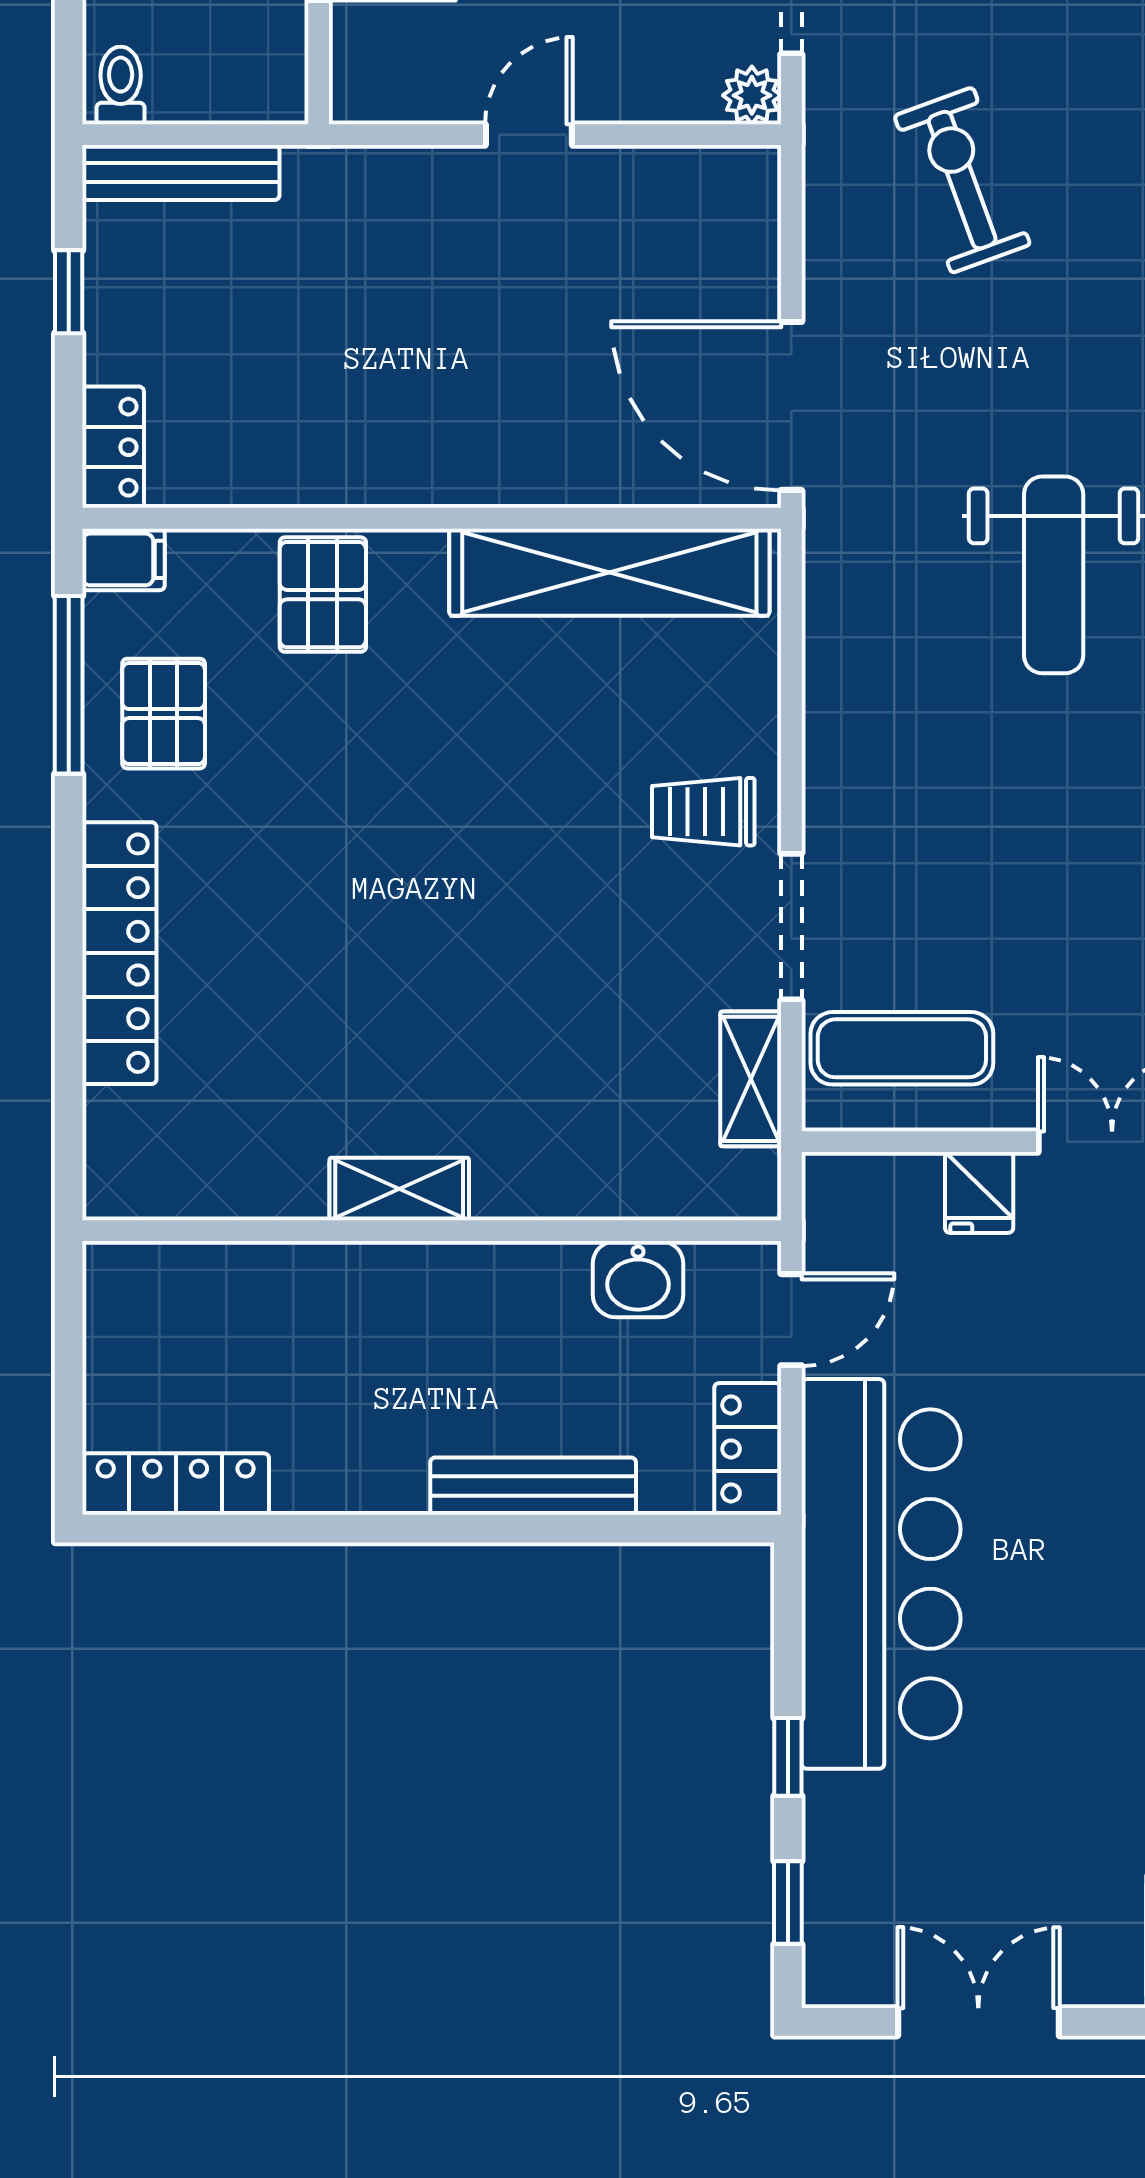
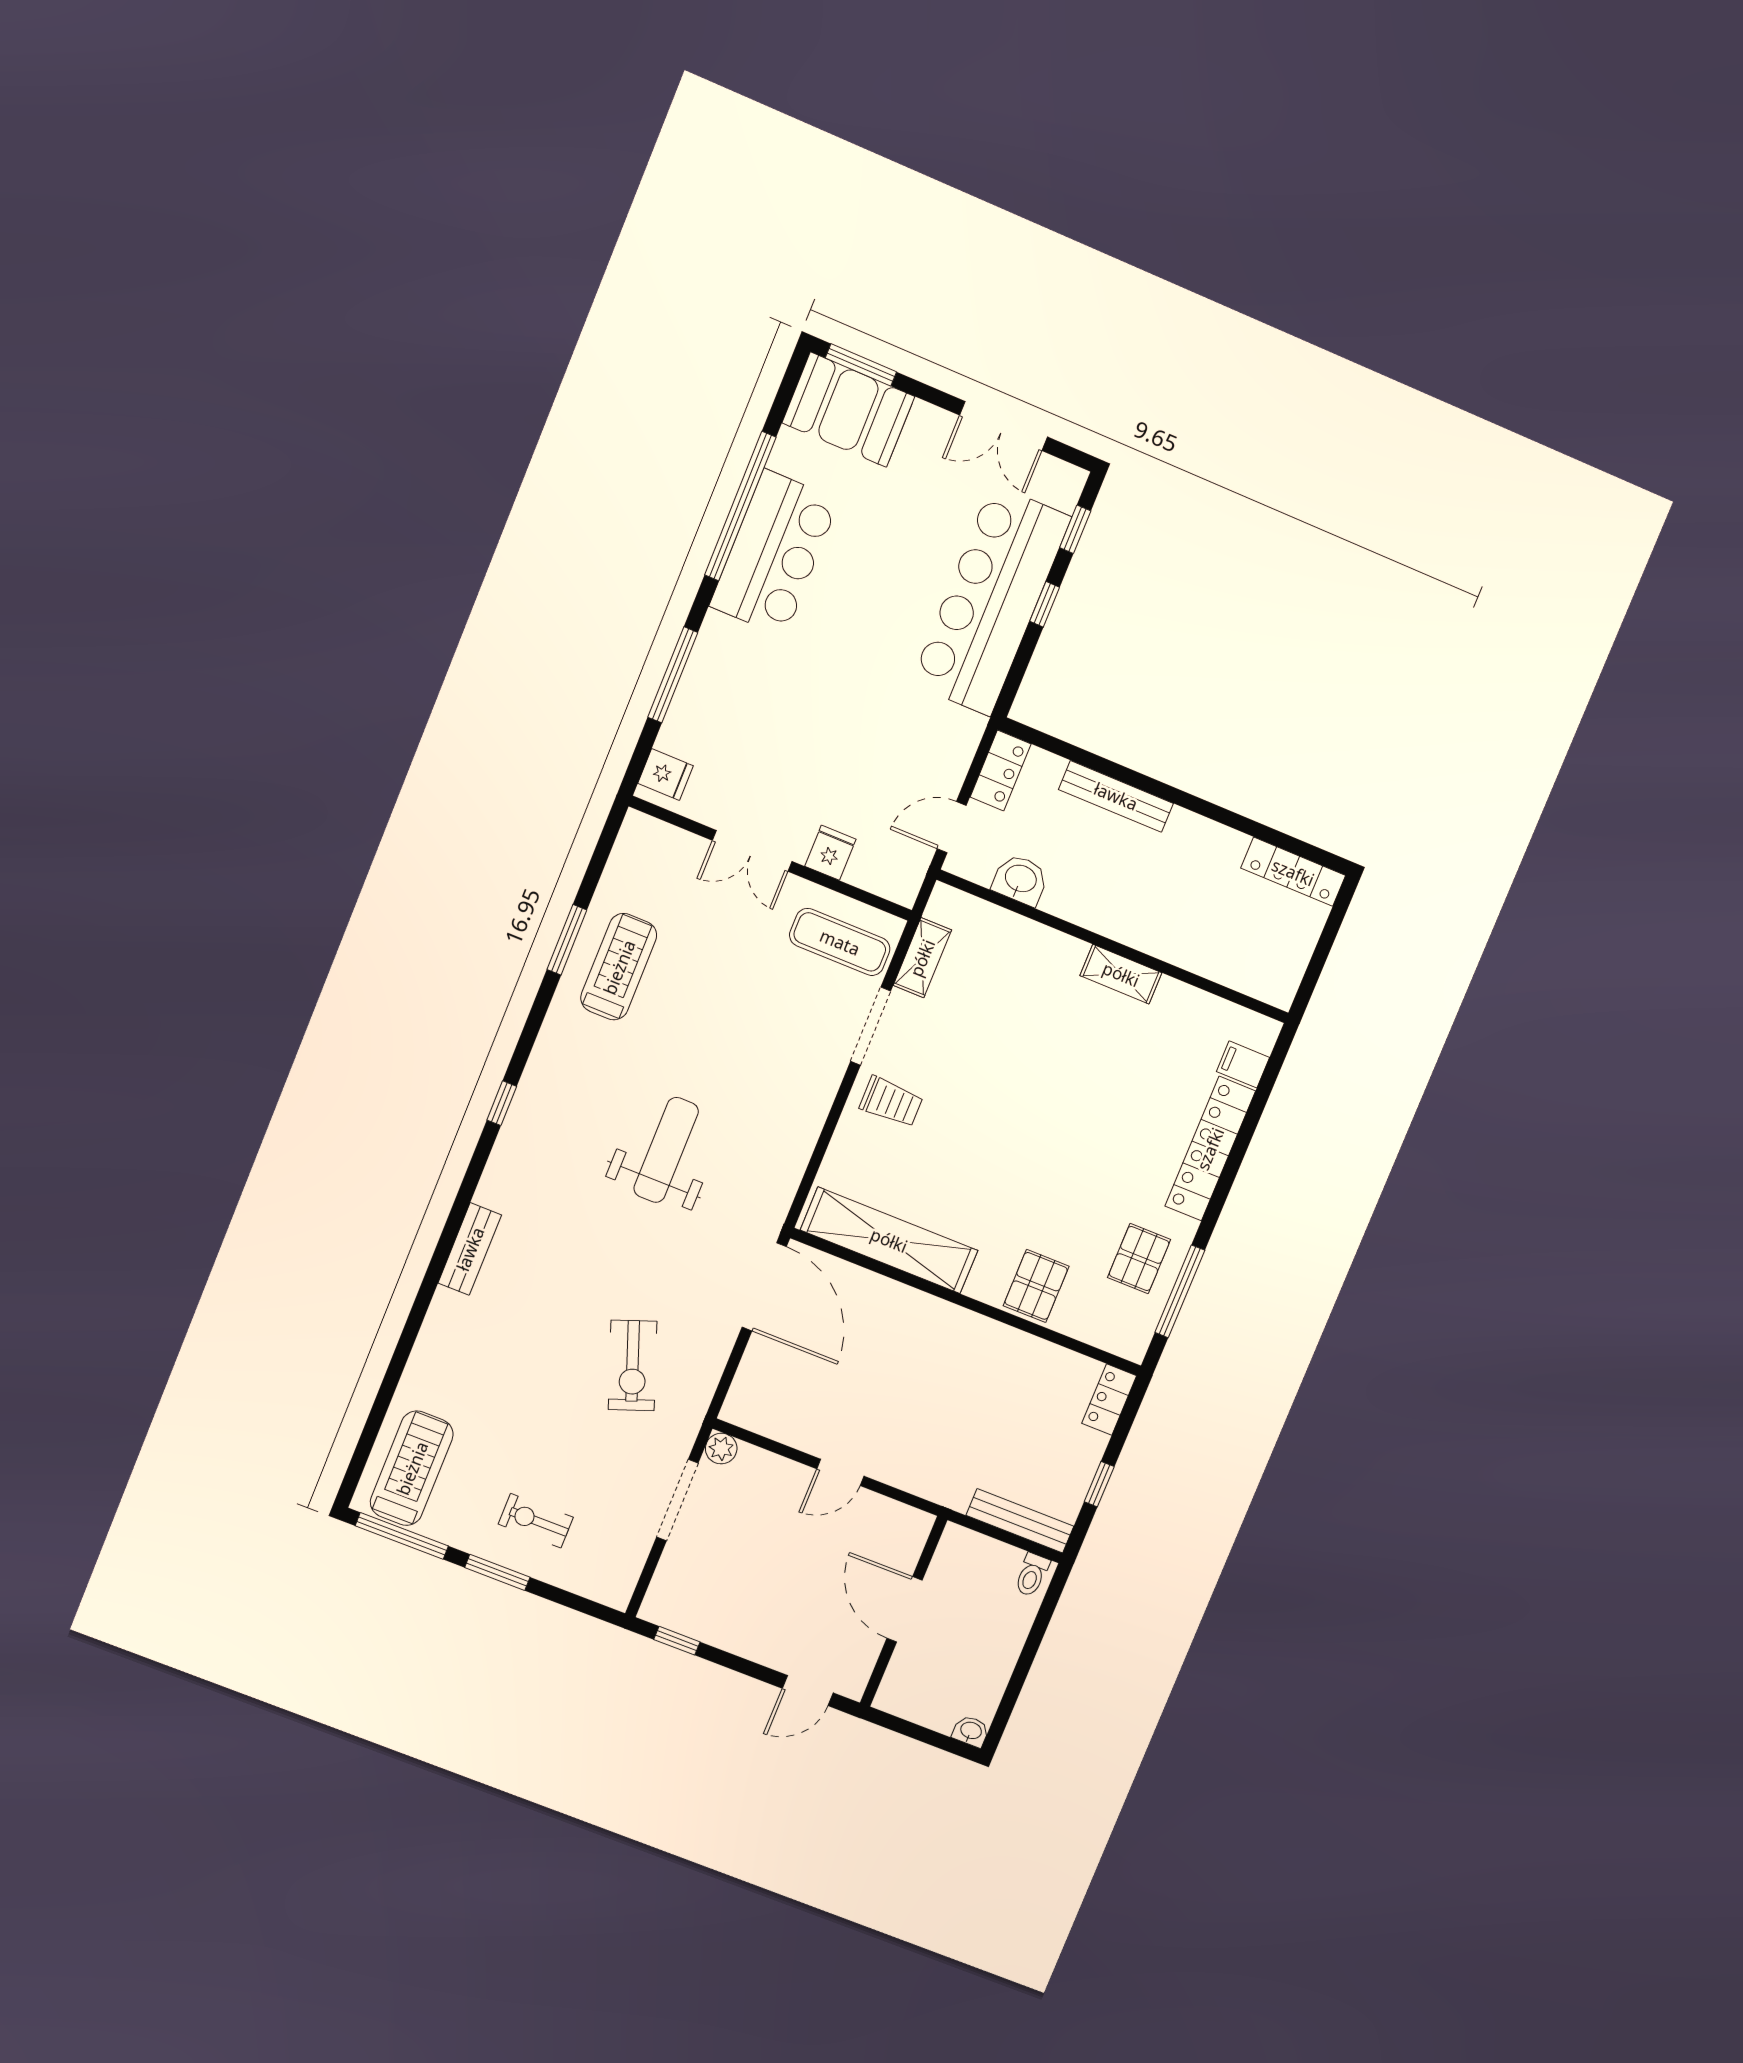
filing cabinet: (124, 559) -> (1243, 1064), moved
bar counter: (881, 1574) -> (991, 600), moved

